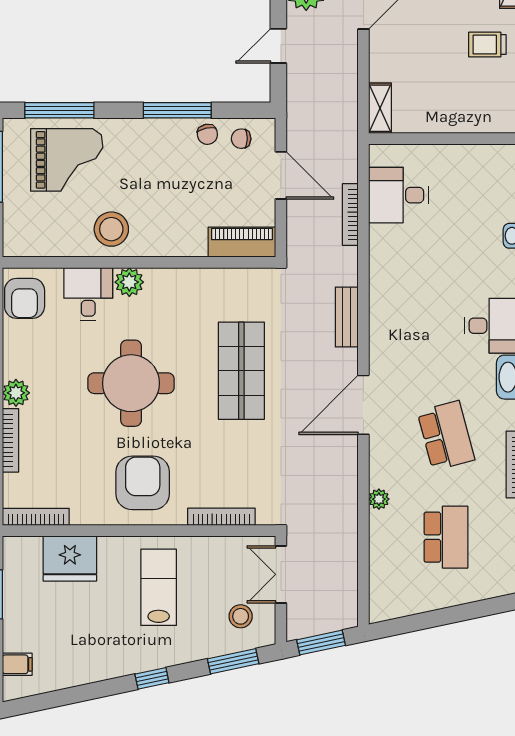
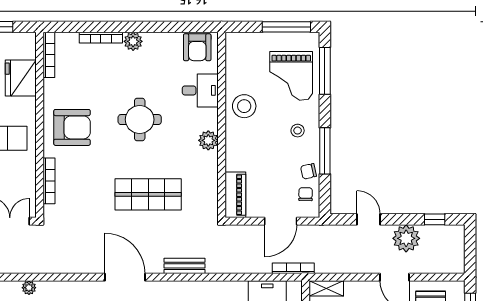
stool: (147, 150) -> (298, 131), added
bookcase: (350, 215) -> (293, 268), moved
plant: (129, 282) -> (208, 140), moved
armchair: (25, 298) -> (197, 47), turned -90
round table: (131, 383) -> (140, 120), width x0.73, depth x0.73
plant: (379, 499) -> (29, 288), moved

